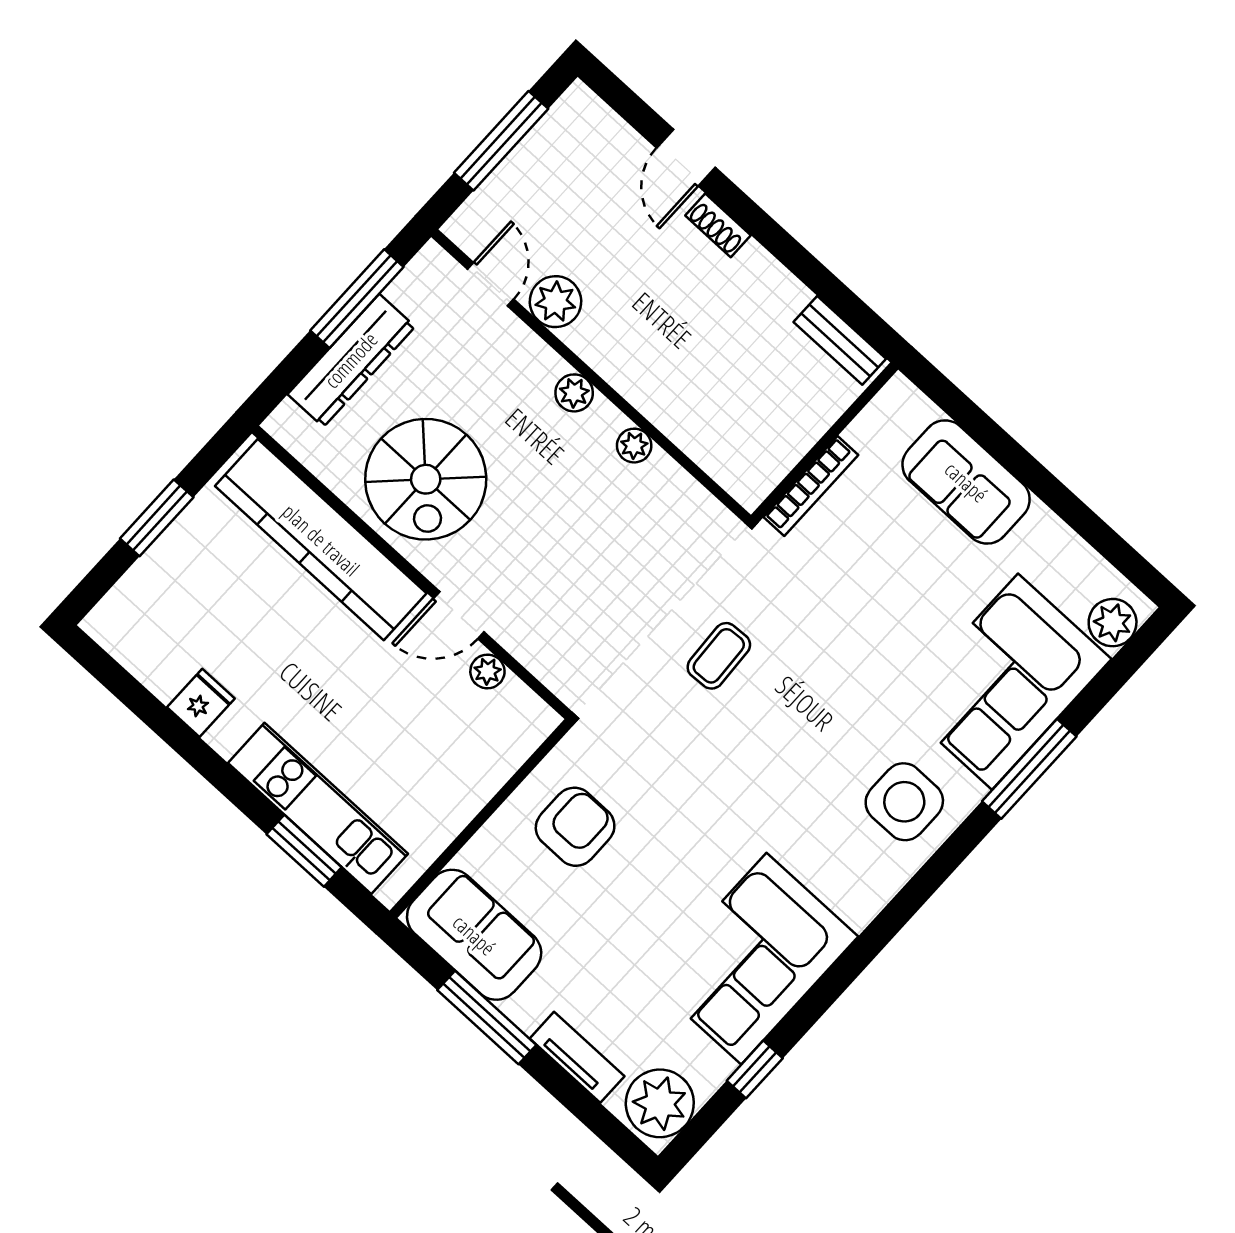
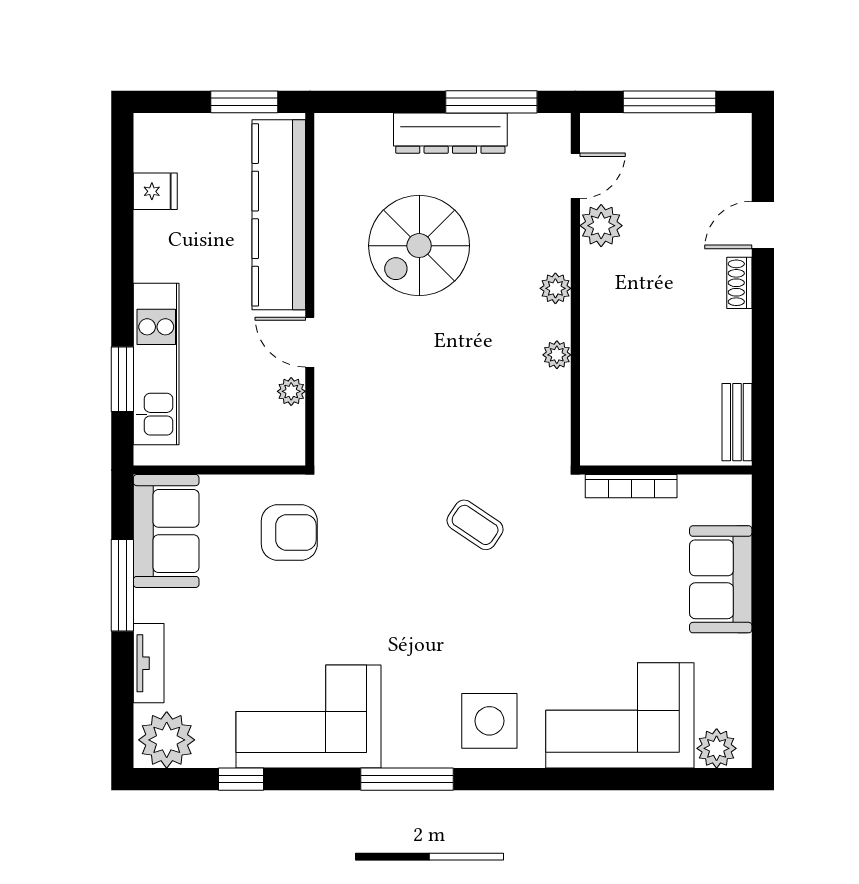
kitchen counter: (321, 540) -> (279, 215), moved
wall: (412, 572) -> (310, 289), moved
door: (459, 615) -> (310, 342), moved
coffee table: (719, 656) -> (475, 525), turned 37
plant: (487, 671) -> (291, 391), moved
fridge: (201, 703) -> (155, 191), moved
window: (1029, 769) -> (407, 779), moved

